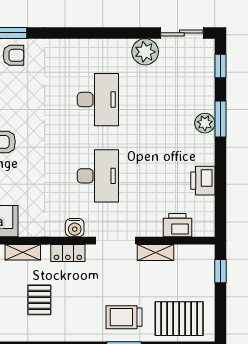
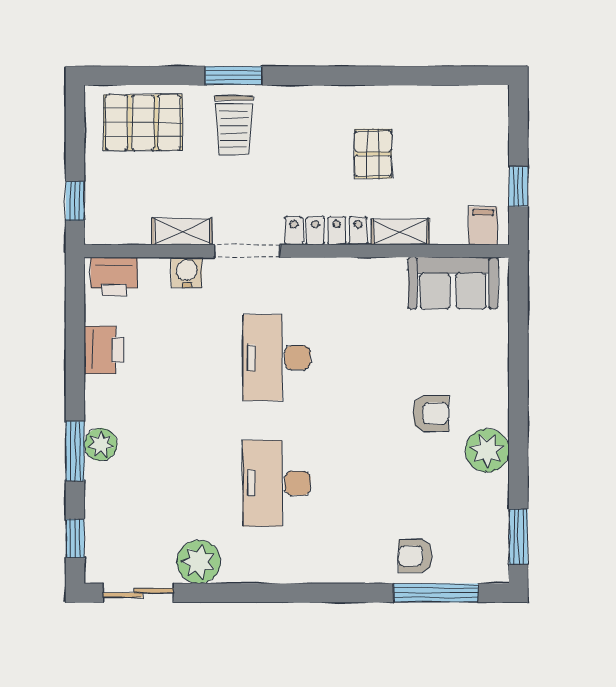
printer: (177, 225) -> (114, 276), moved
water cooler: (75, 228) -> (187, 272), moved
locker: (68, 253) -> (326, 231), width x1.53
trolley: (124, 317) -> (234, 125), turned 90

